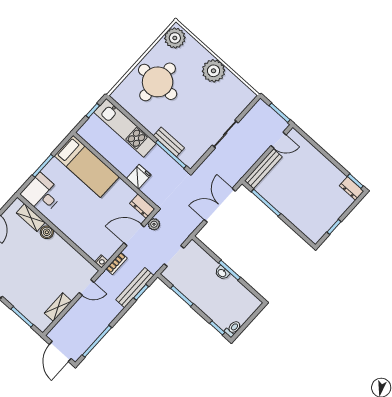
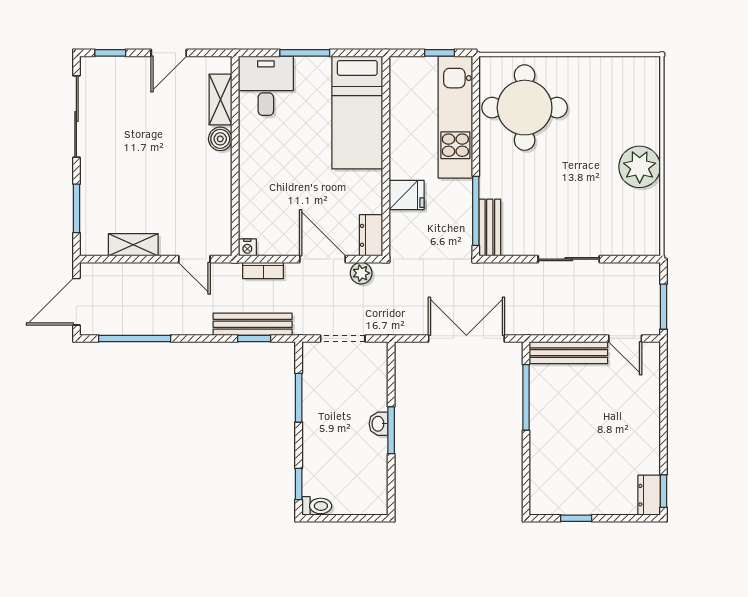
plant: (175, 38) -> (637, 75), removed
round table: (158, 82) -> (525, 108), moved
bench: (169, 142) -> (490, 228), moved

